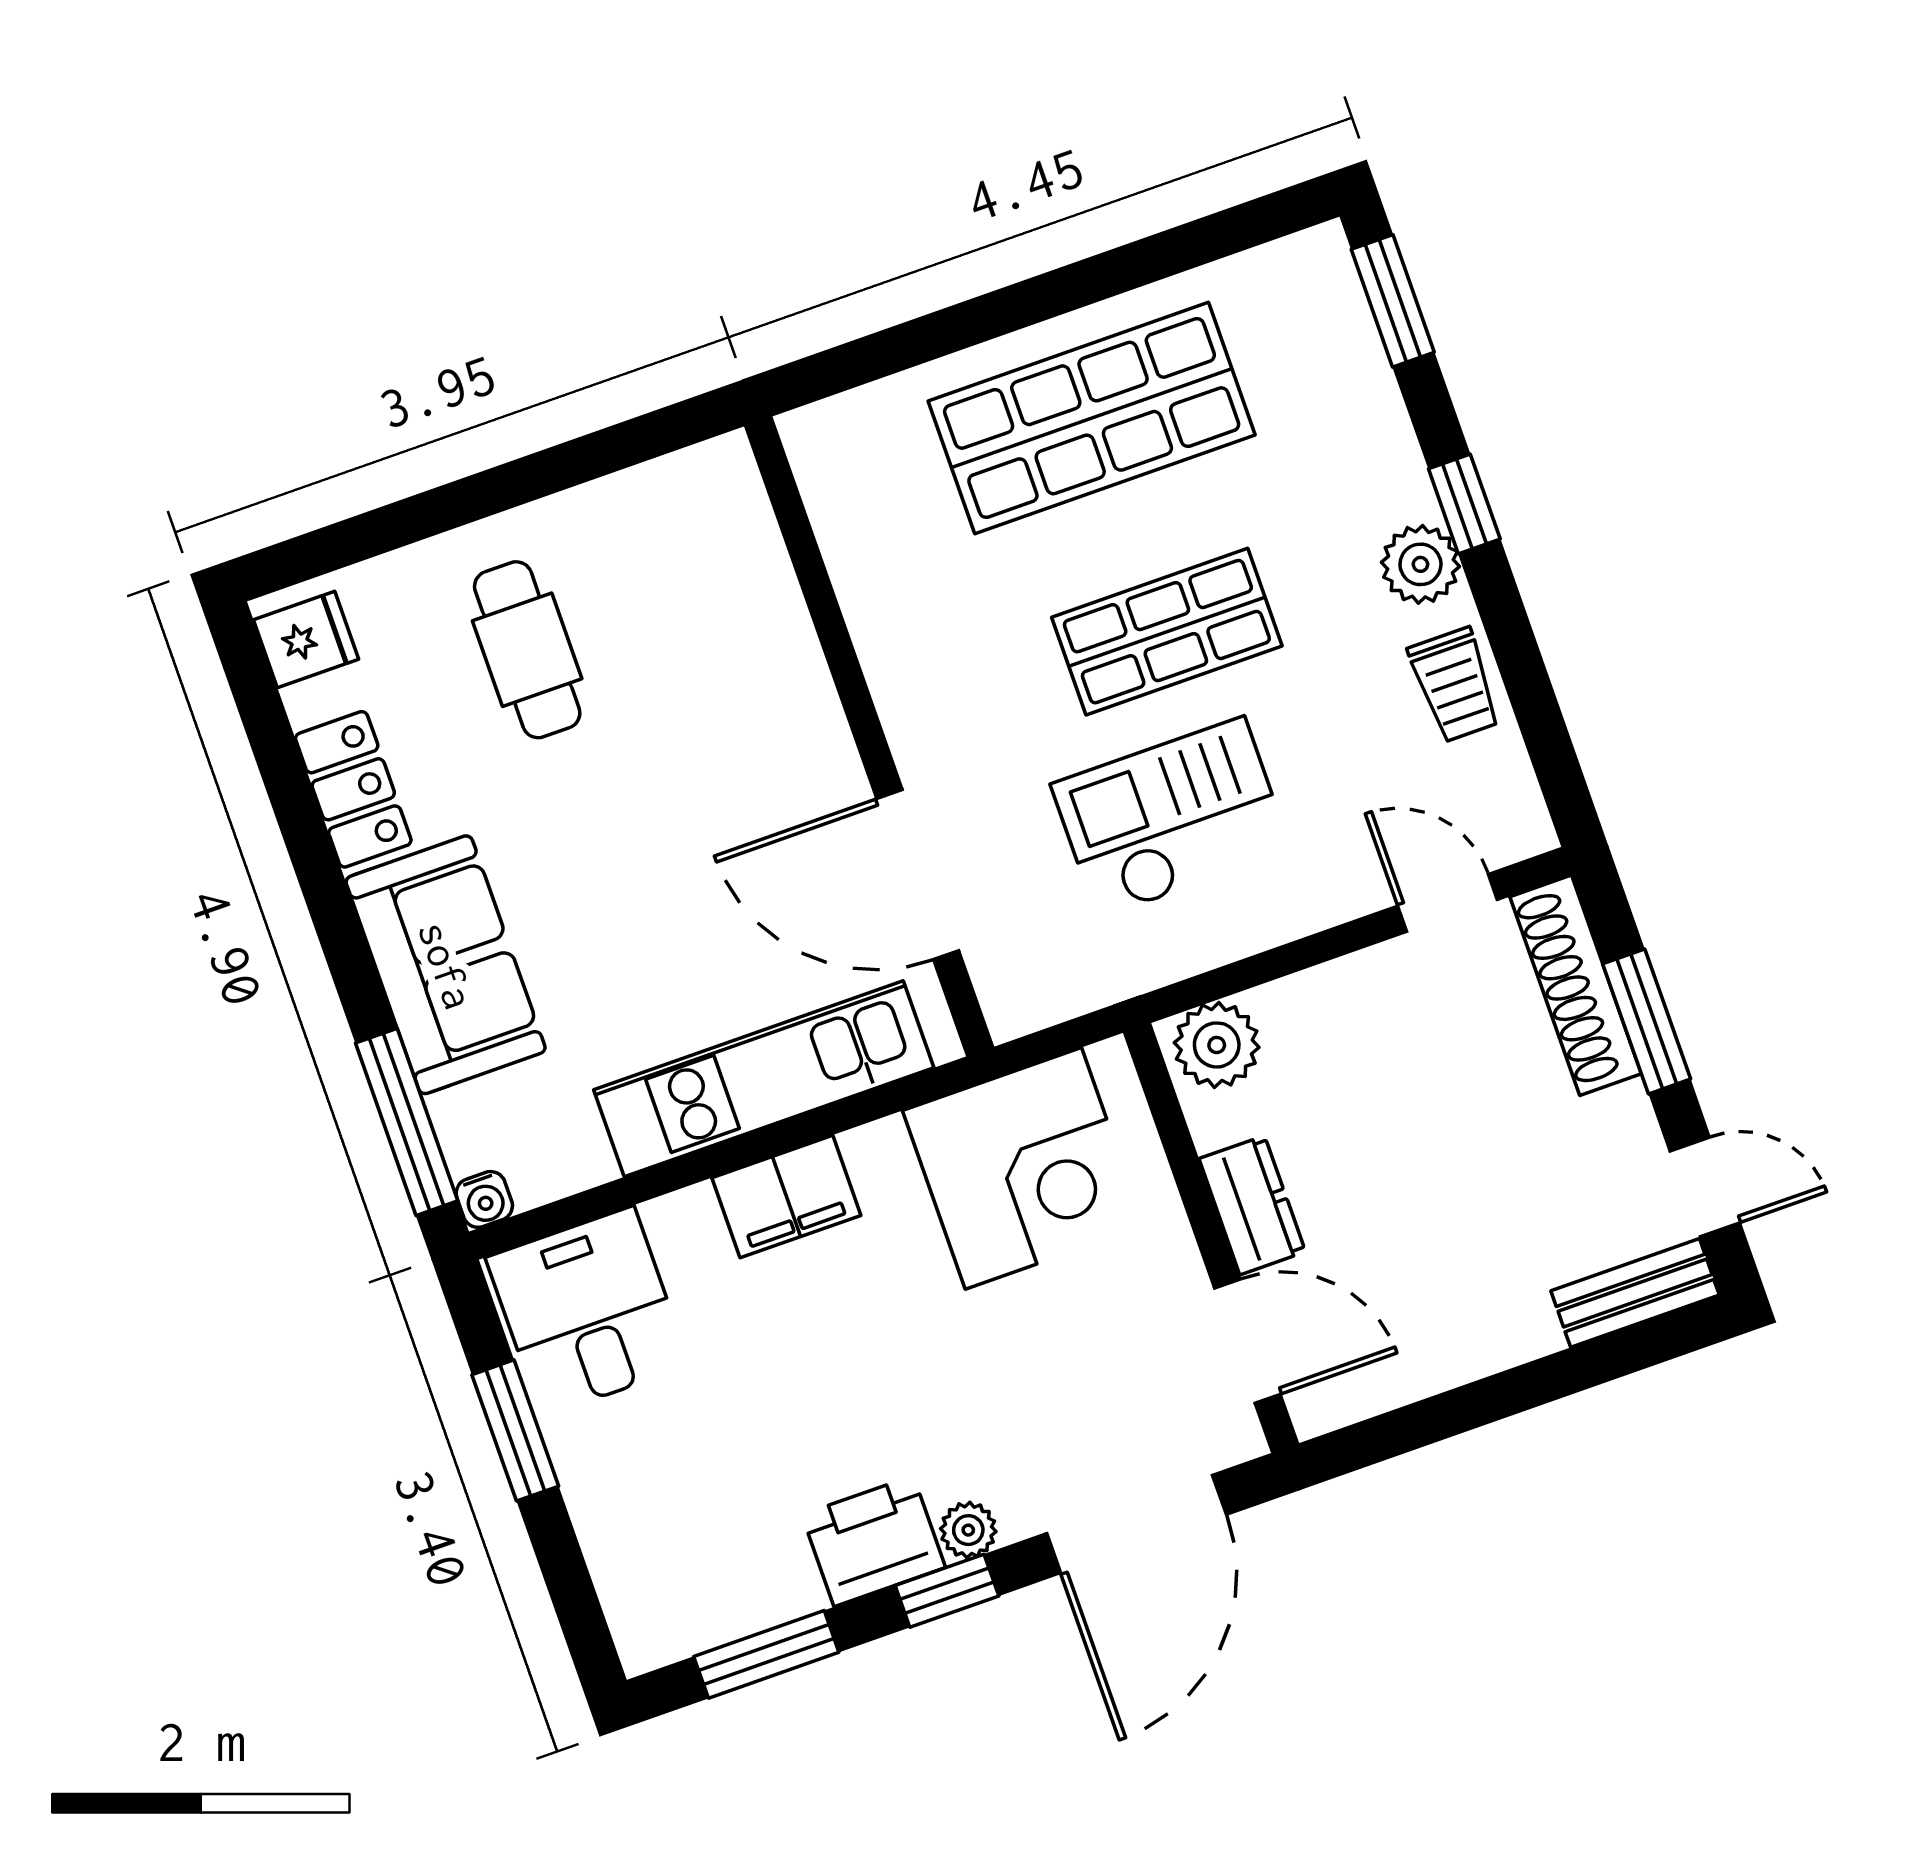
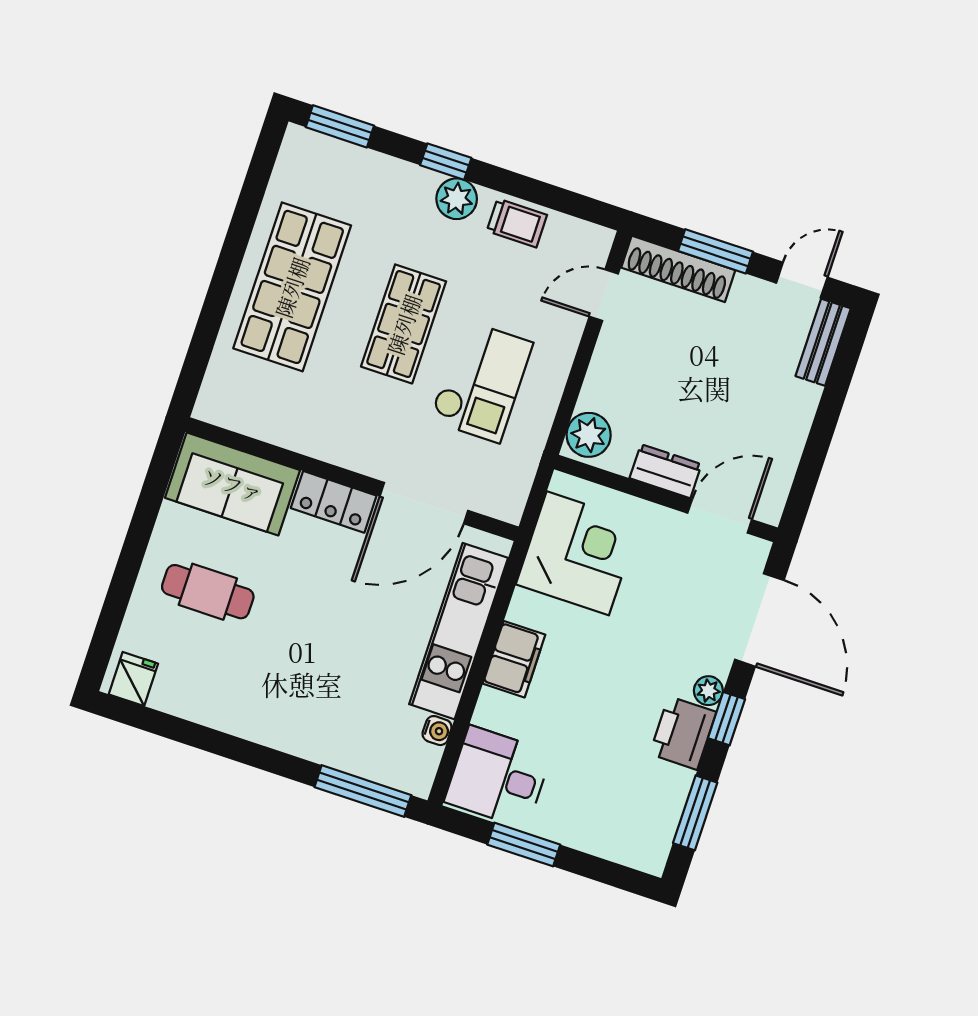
locker: (353, 789) -> (334, 502), moved, turned 180
checkout: (1171, 818) -> (481, 381), turned 180
sofa: (446, 965) -> (233, 484), moved, turned 180
water cooler: (484, 1199) -> (437, 731), moved

